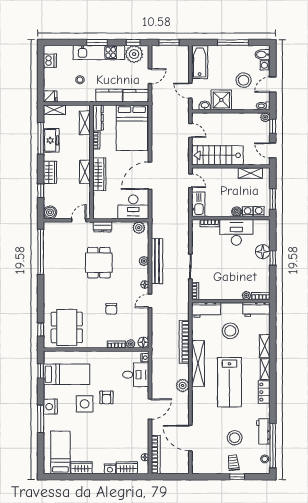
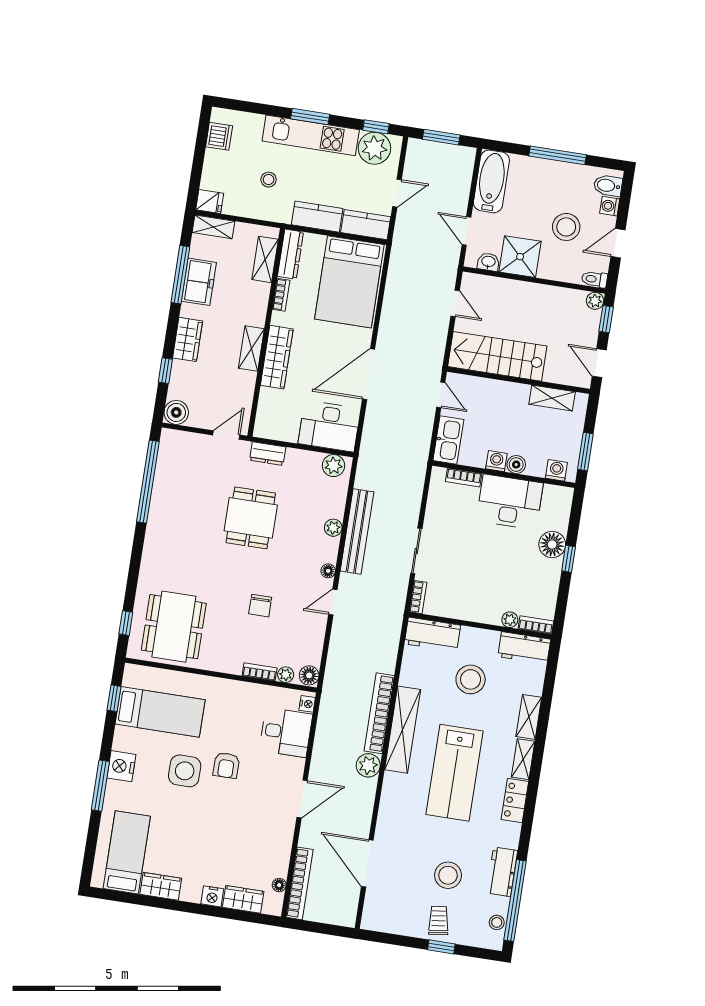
washing machine: (248, 212) -> (496, 461), moved
bookcase: (184, 342) -> (379, 713), moved

